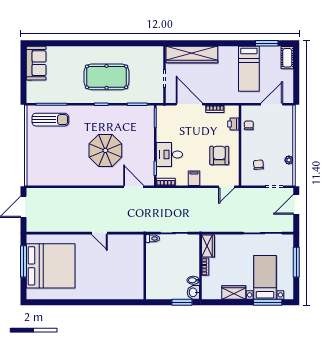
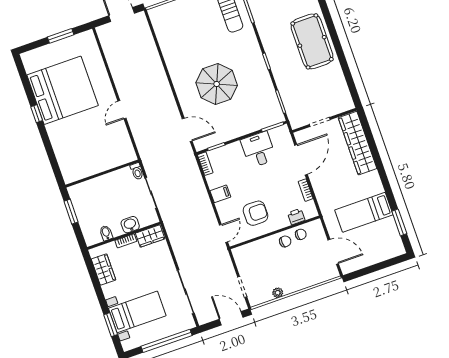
cot: (287, 58) -> (391, 251), removed
pool table: (107, 77) -> (312, 41), moved
desk: (169, 155) -> (258, 150), moved
chair: (258, 165) -> (285, 241), moved
door: (134, 187) -> (187, 130), hinge flipped
door: (227, 187) -> (223, 233), swing flipped
window: (23, 261) -> (61, 36), width x0.69
window: (296, 262) -> (167, 341), width x1.46
bed: (51, 266) -> (63, 90), moved, turned -90
washbasin: (193, 292) -> (130, 225), moved
wardrobe: (234, 292) -> (104, 269), moved
window: (79, 302) -> (37, 114), added
window: (182, 302) -> (71, 212), moved
window: (268, 302) -> (111, 325), width x0.69

